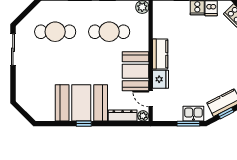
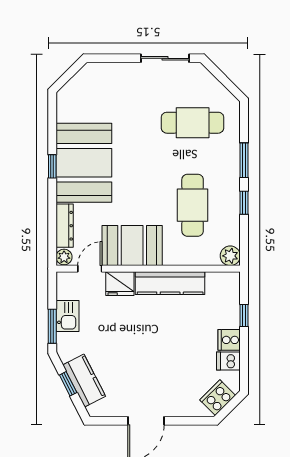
cafe table: (55, 32) -> (193, 123), turned 90
kitchen counter: (160, 54) -> (170, 283), width x1.50
kitchen sink: (193, 114) -> (67, 316), moved

